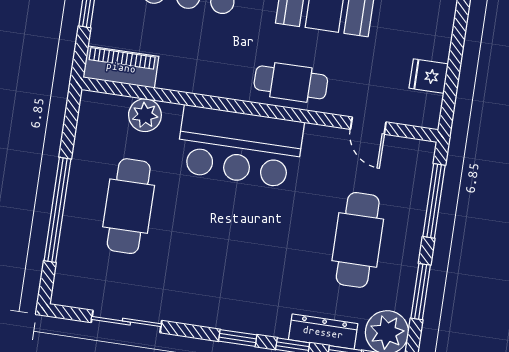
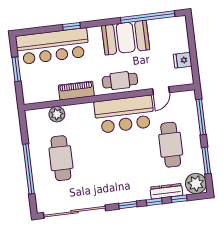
piano: (121, 67) -> (76, 91), moved
door: (368, 126) -> (161, 91), hinge flipped
bar counter: (240, 147) -> (124, 114), moved
sliding door: (126, 322) -> (75, 212), width x1.86

